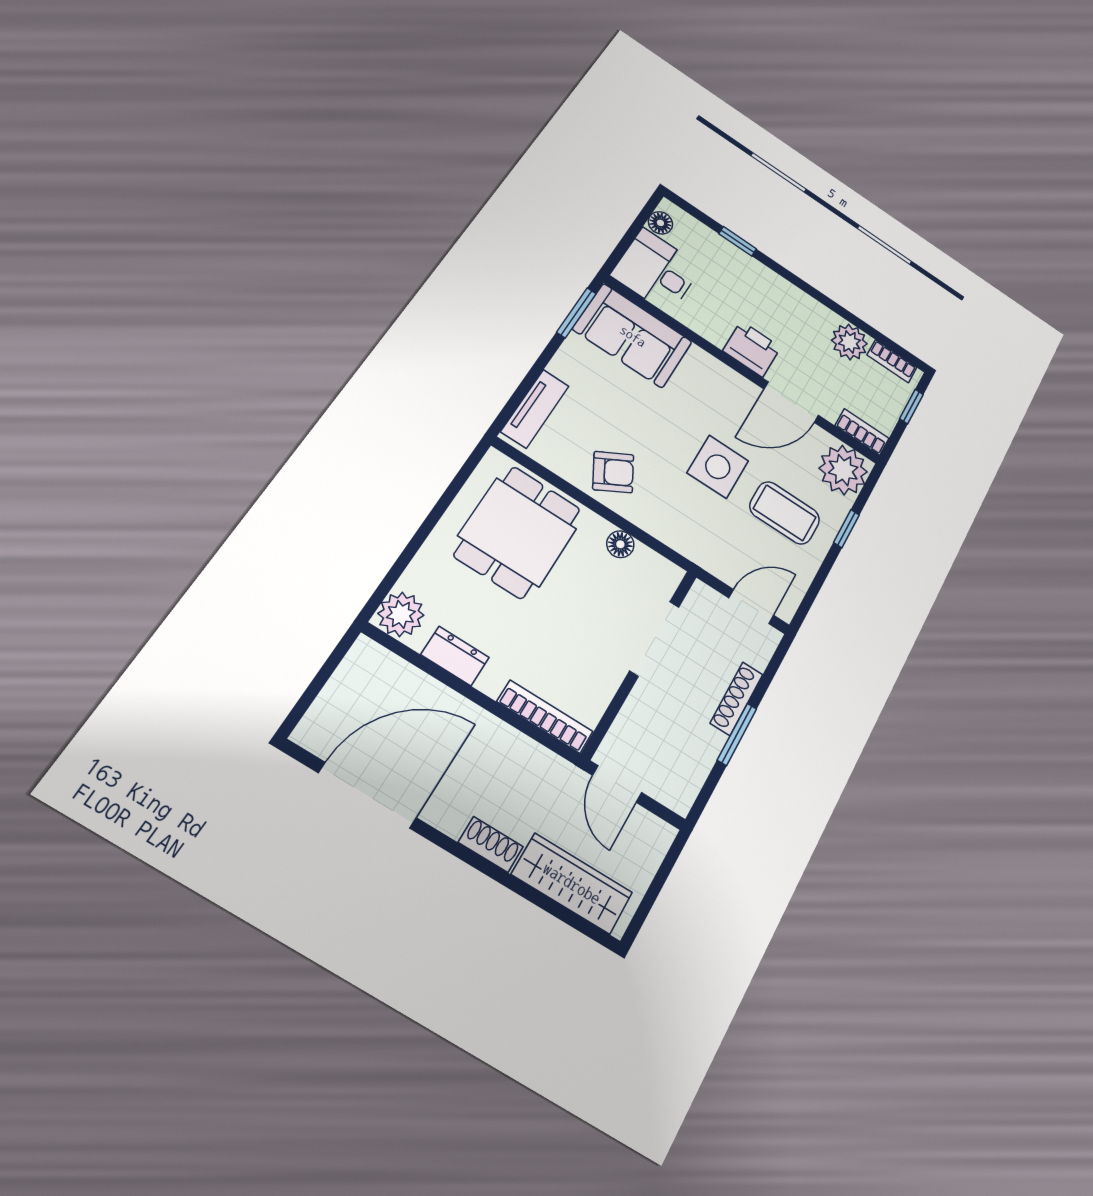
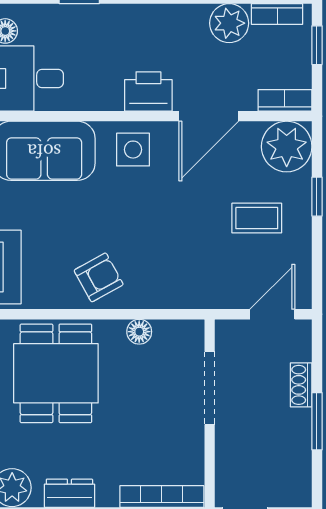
side table: (718, 467) -> (133, 150), moved, width x0.73, depth x0.73
coffee table: (785, 513) -> (257, 218), width x0.73, depth x0.77
shoe rack: (736, 699) -> (301, 385), width x0.70

